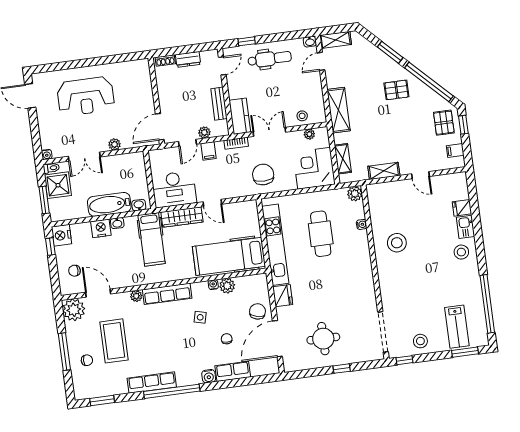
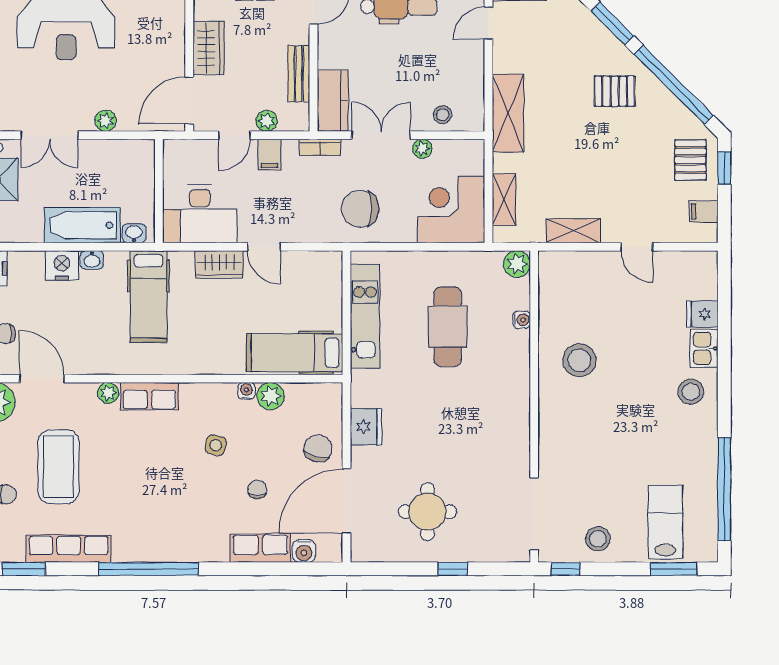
wardrobe: (167, 96) -> (209, 48), added
plant: (309, 134) -> (422, 149), moved
chair: (263, 175) -> (360, 209), turned -90
wardrobe: (182, 217) -> (219, 264), width x0.67
kitchen unit: (275, 245) -> (365, 316), width x0.73
hospital bed: (229, 256) -> (295, 353), width x0.73, depth x0.78
row of seats: (167, 294) -> (149, 396), width x0.68
lab bench: (457, 327) -> (665, 522), turned 180
water cooler: (209, 376) -> (304, 551), moved
row of seats: (152, 383) -> (69, 549), moved

